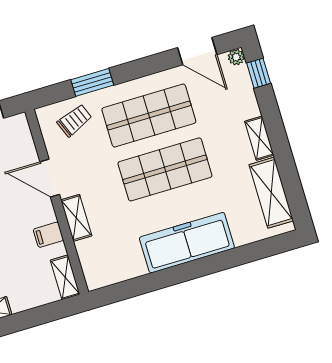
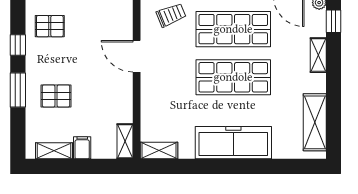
shelving: (259, 138) -> (318, 55), moved
shelving: (76, 218) -> (159, 151), moved, turned 90
filing cabinet: (48, 235) -> (82, 148), moved, turned 90

